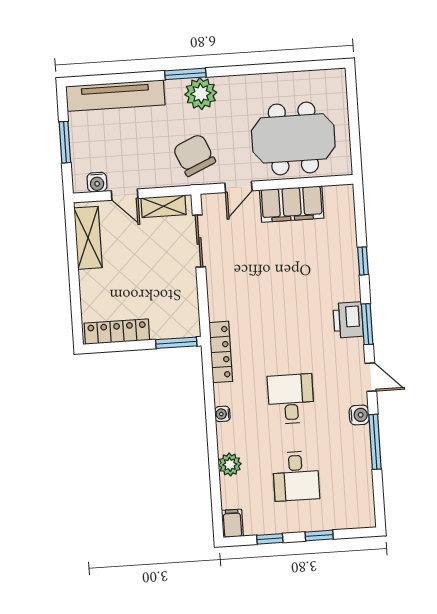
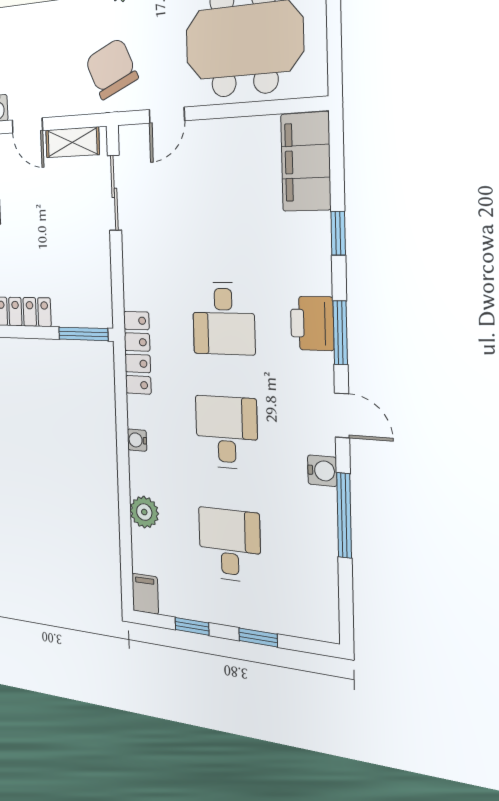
filing cabinet: (292, 204) -> (306, 162), moved, turned 90
desk: (286, 322) -> (224, 319), added
desk: (296, 476) -> (230, 545), turned 180

